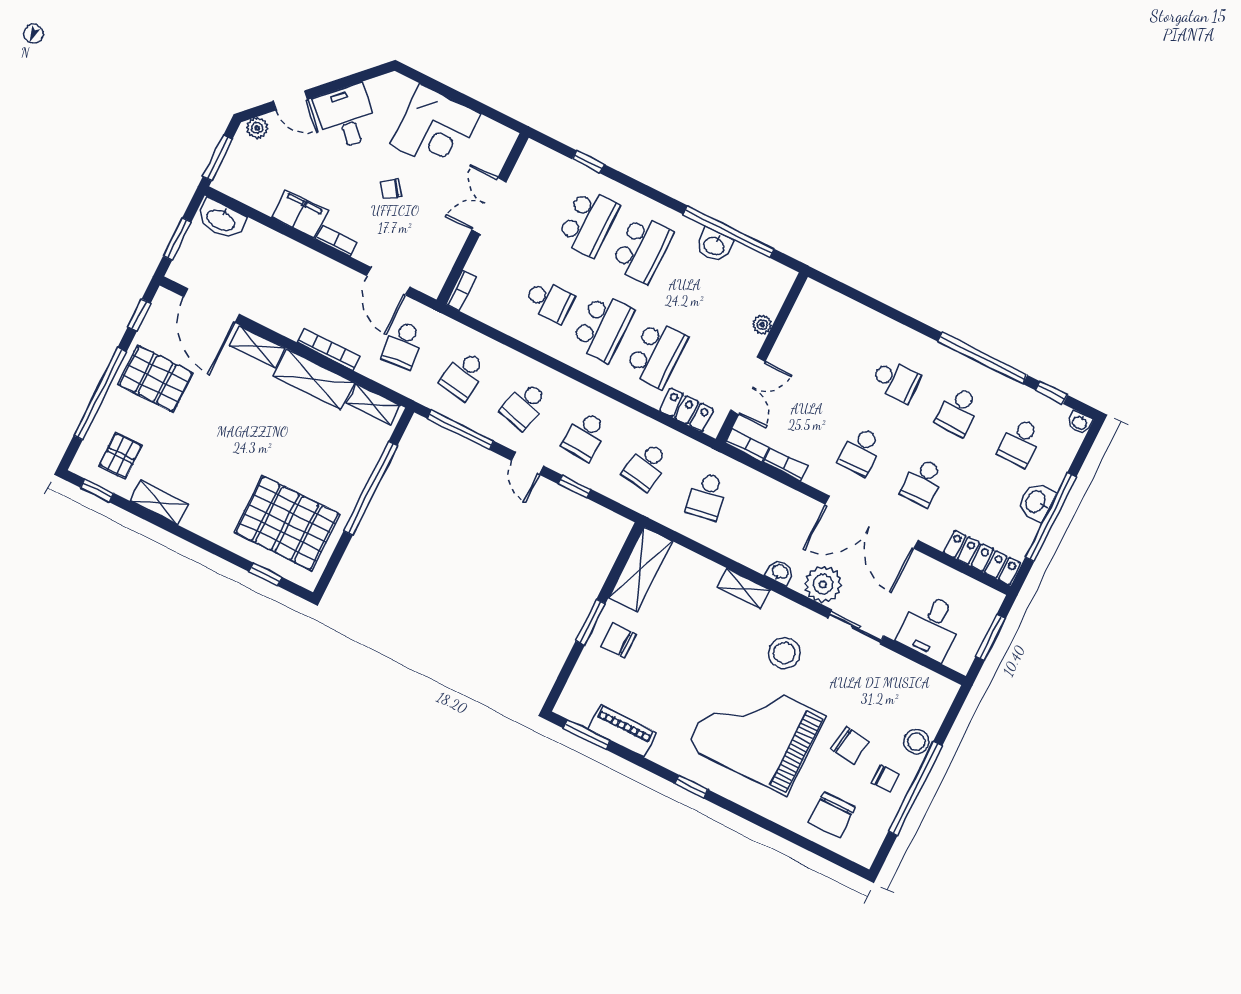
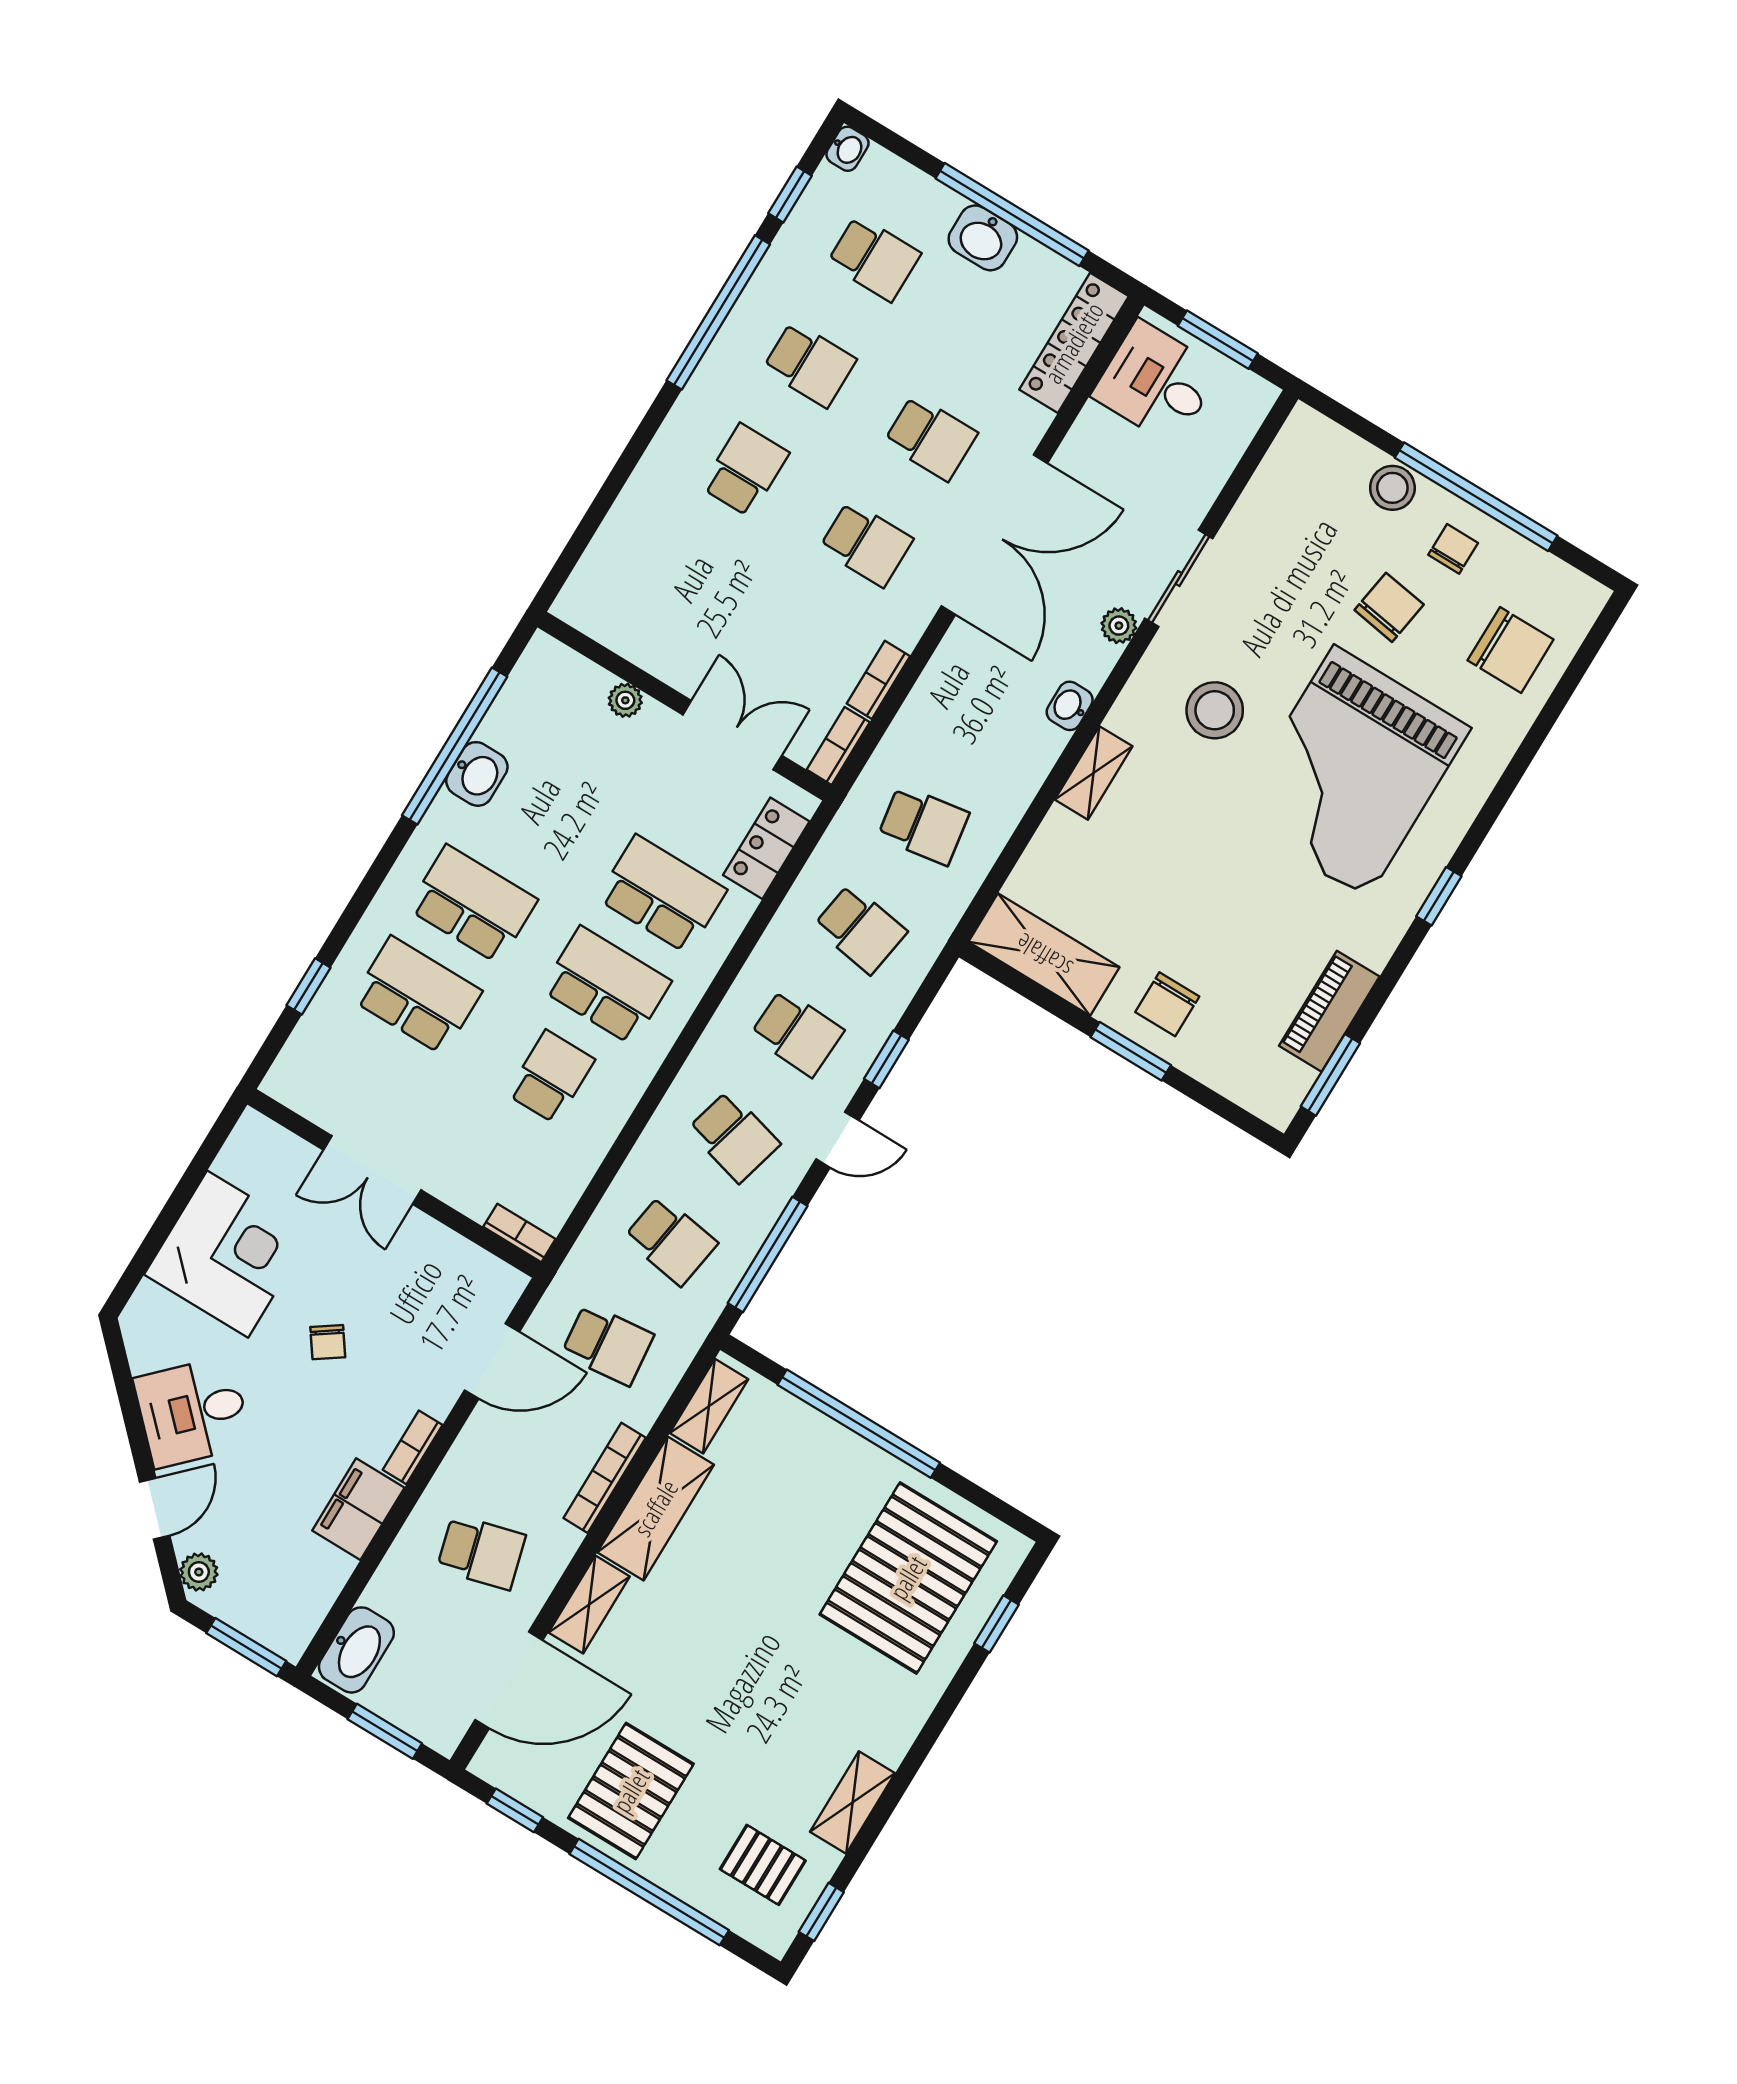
school desk: (281, 284) -> (481, 1552), added
plant: (823, 584) -> (1119, 626), width x0.53, depth x0.53
desk: (931, 627) -> (1156, 383), moved, turned 180

